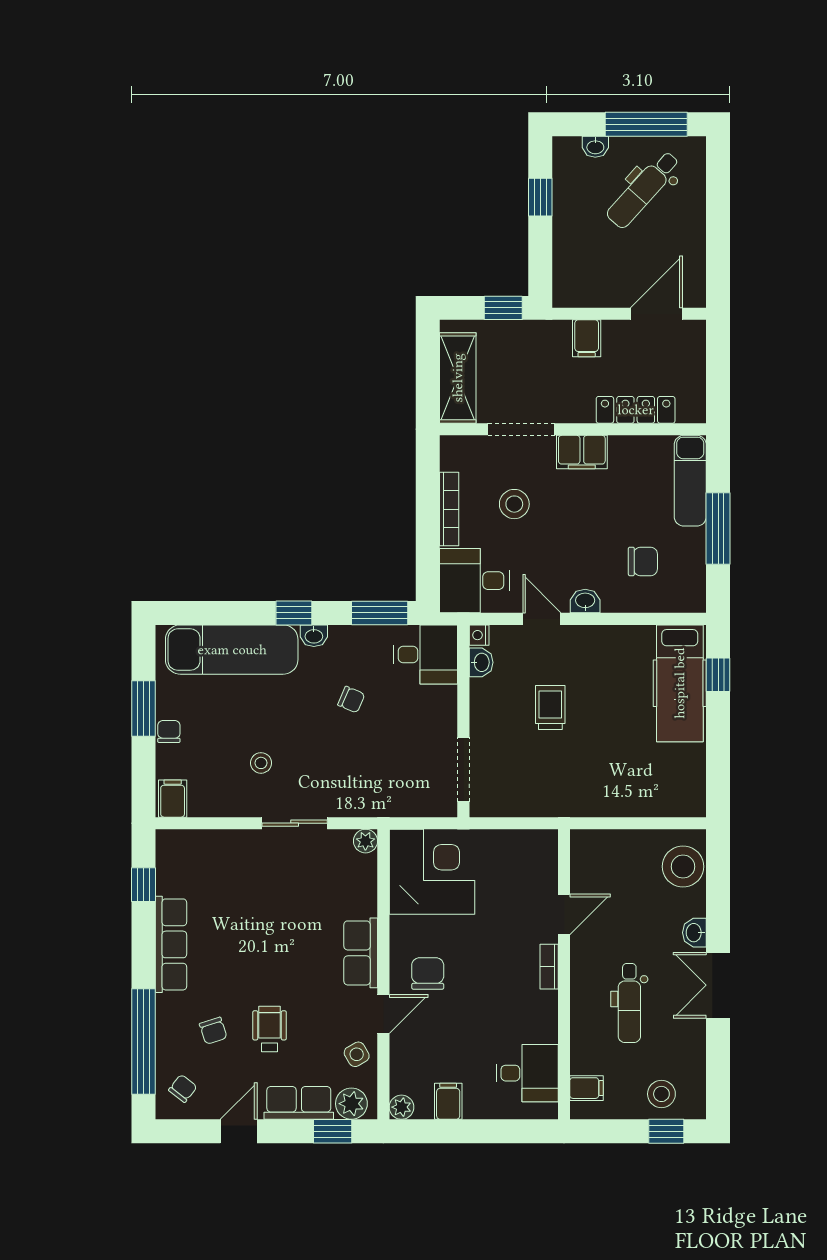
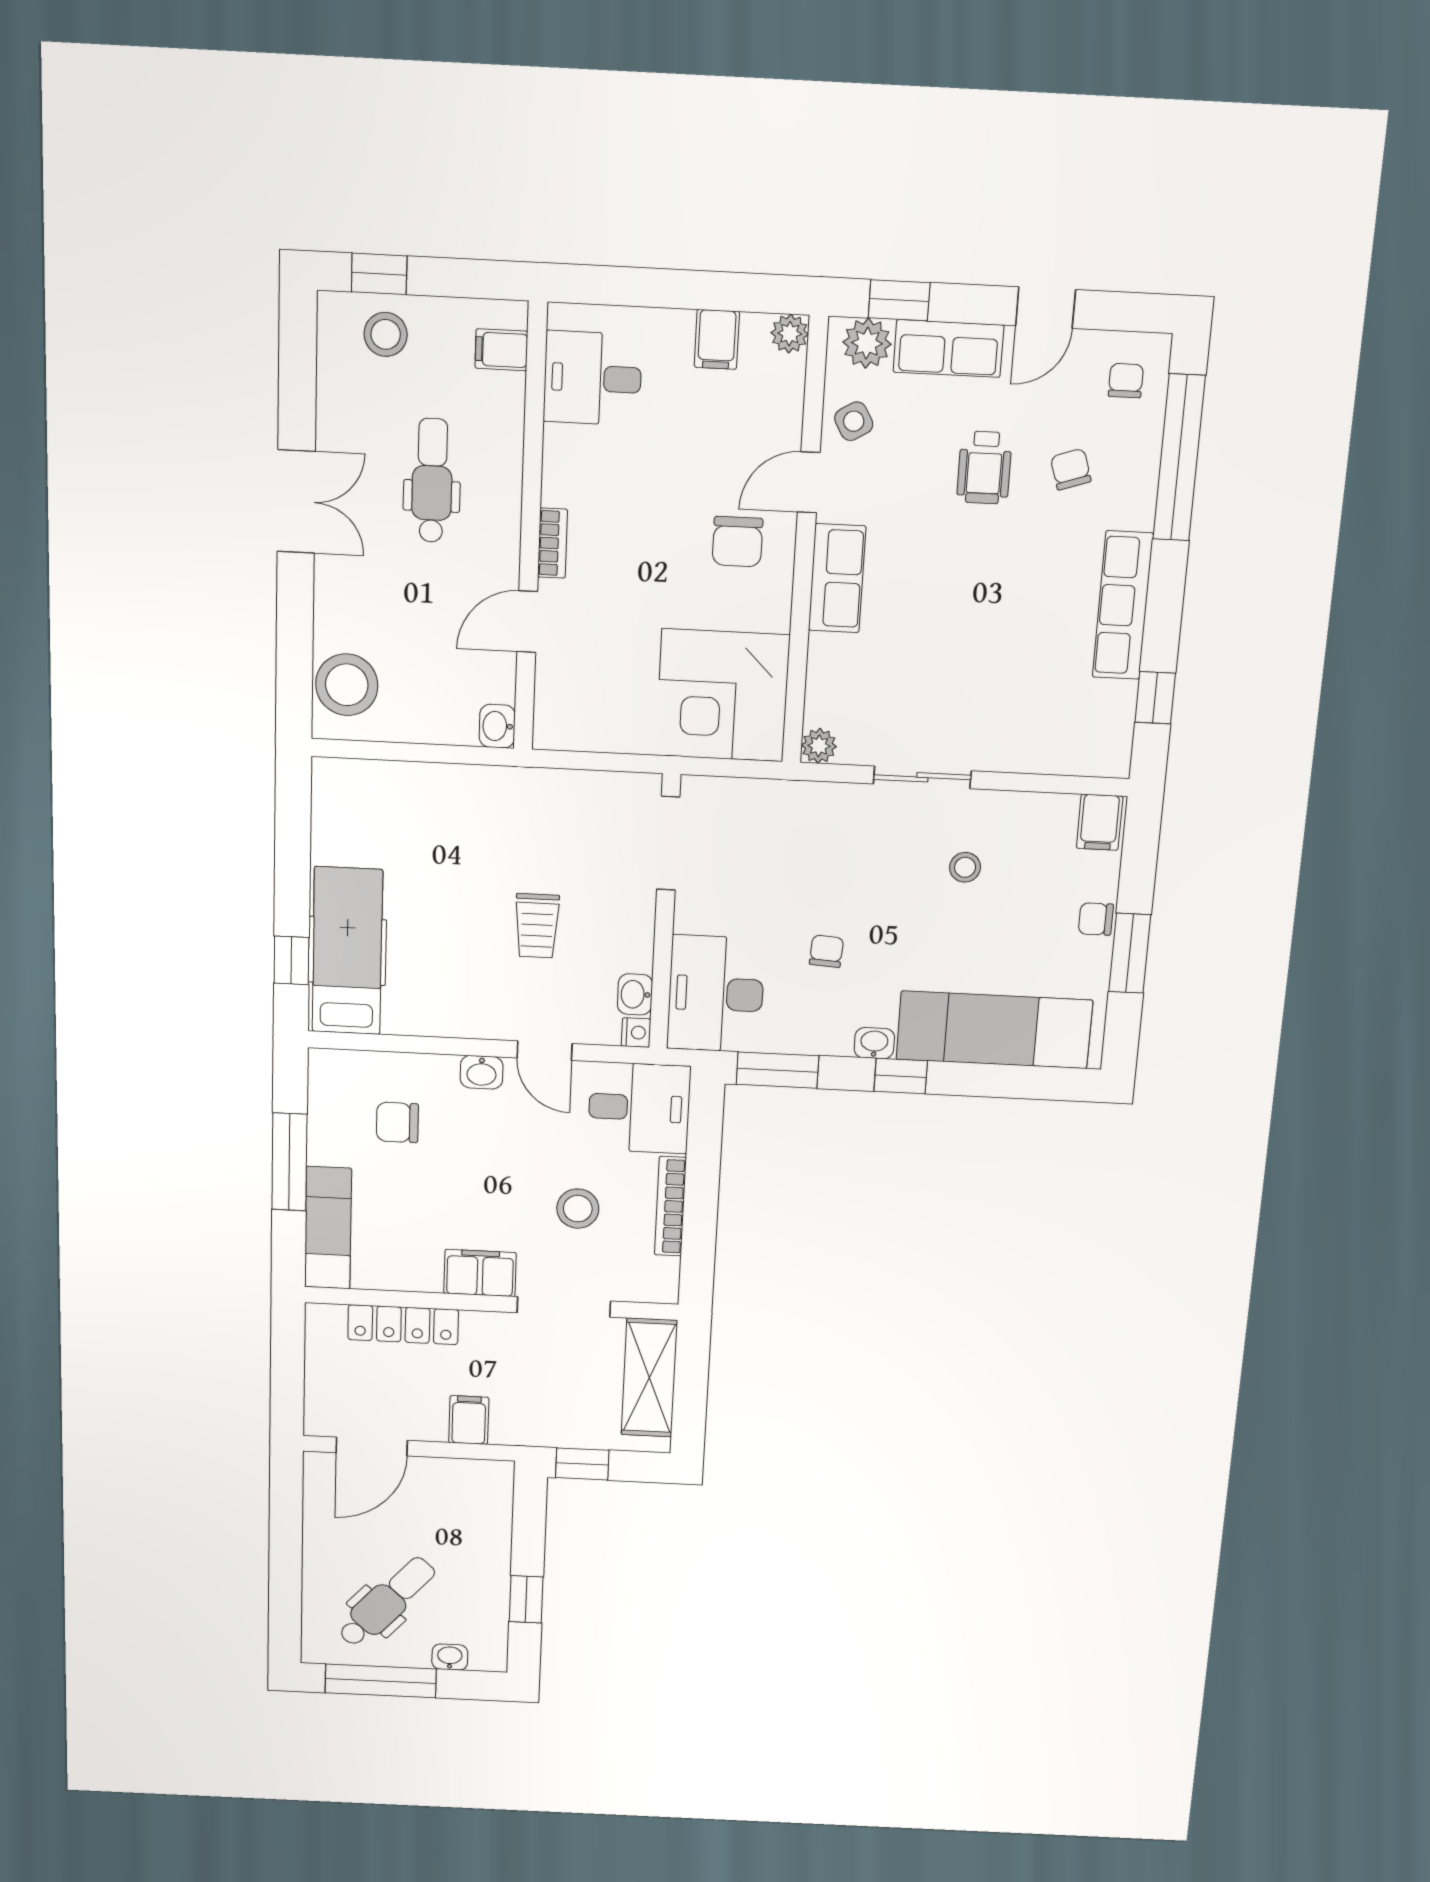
desk: (425, 655) -> (716, 994), width x1.37
chair: (351, 700) -> (826, 951), turned 71
chair: (169, 731) -> (1096, 919), turned 90
washbasin: (694, 933) -> (497, 726), moved, turned 180
chair: (183, 1088) -> (1126, 381), turned 142

